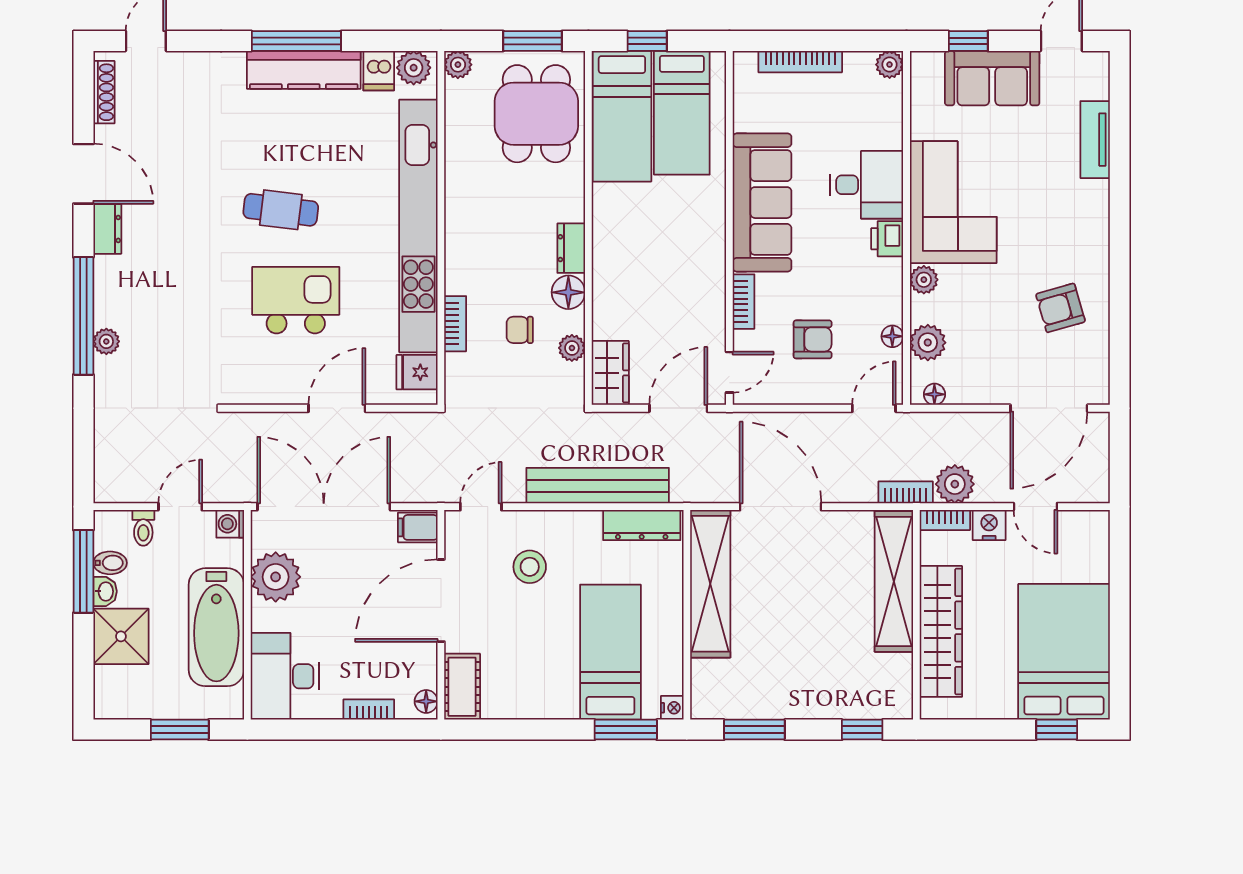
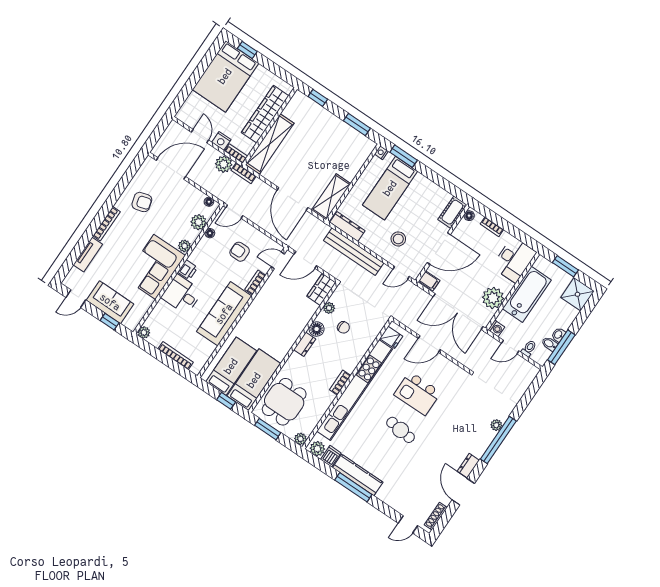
bookcase: (1099, 222) -> (107, 224), added
bookcase: (455, 324) -> (340, 383), moved
shelving: (710, 584) -> (331, 197), width x0.68
shower: (121, 636) -> (577, 294), moved

